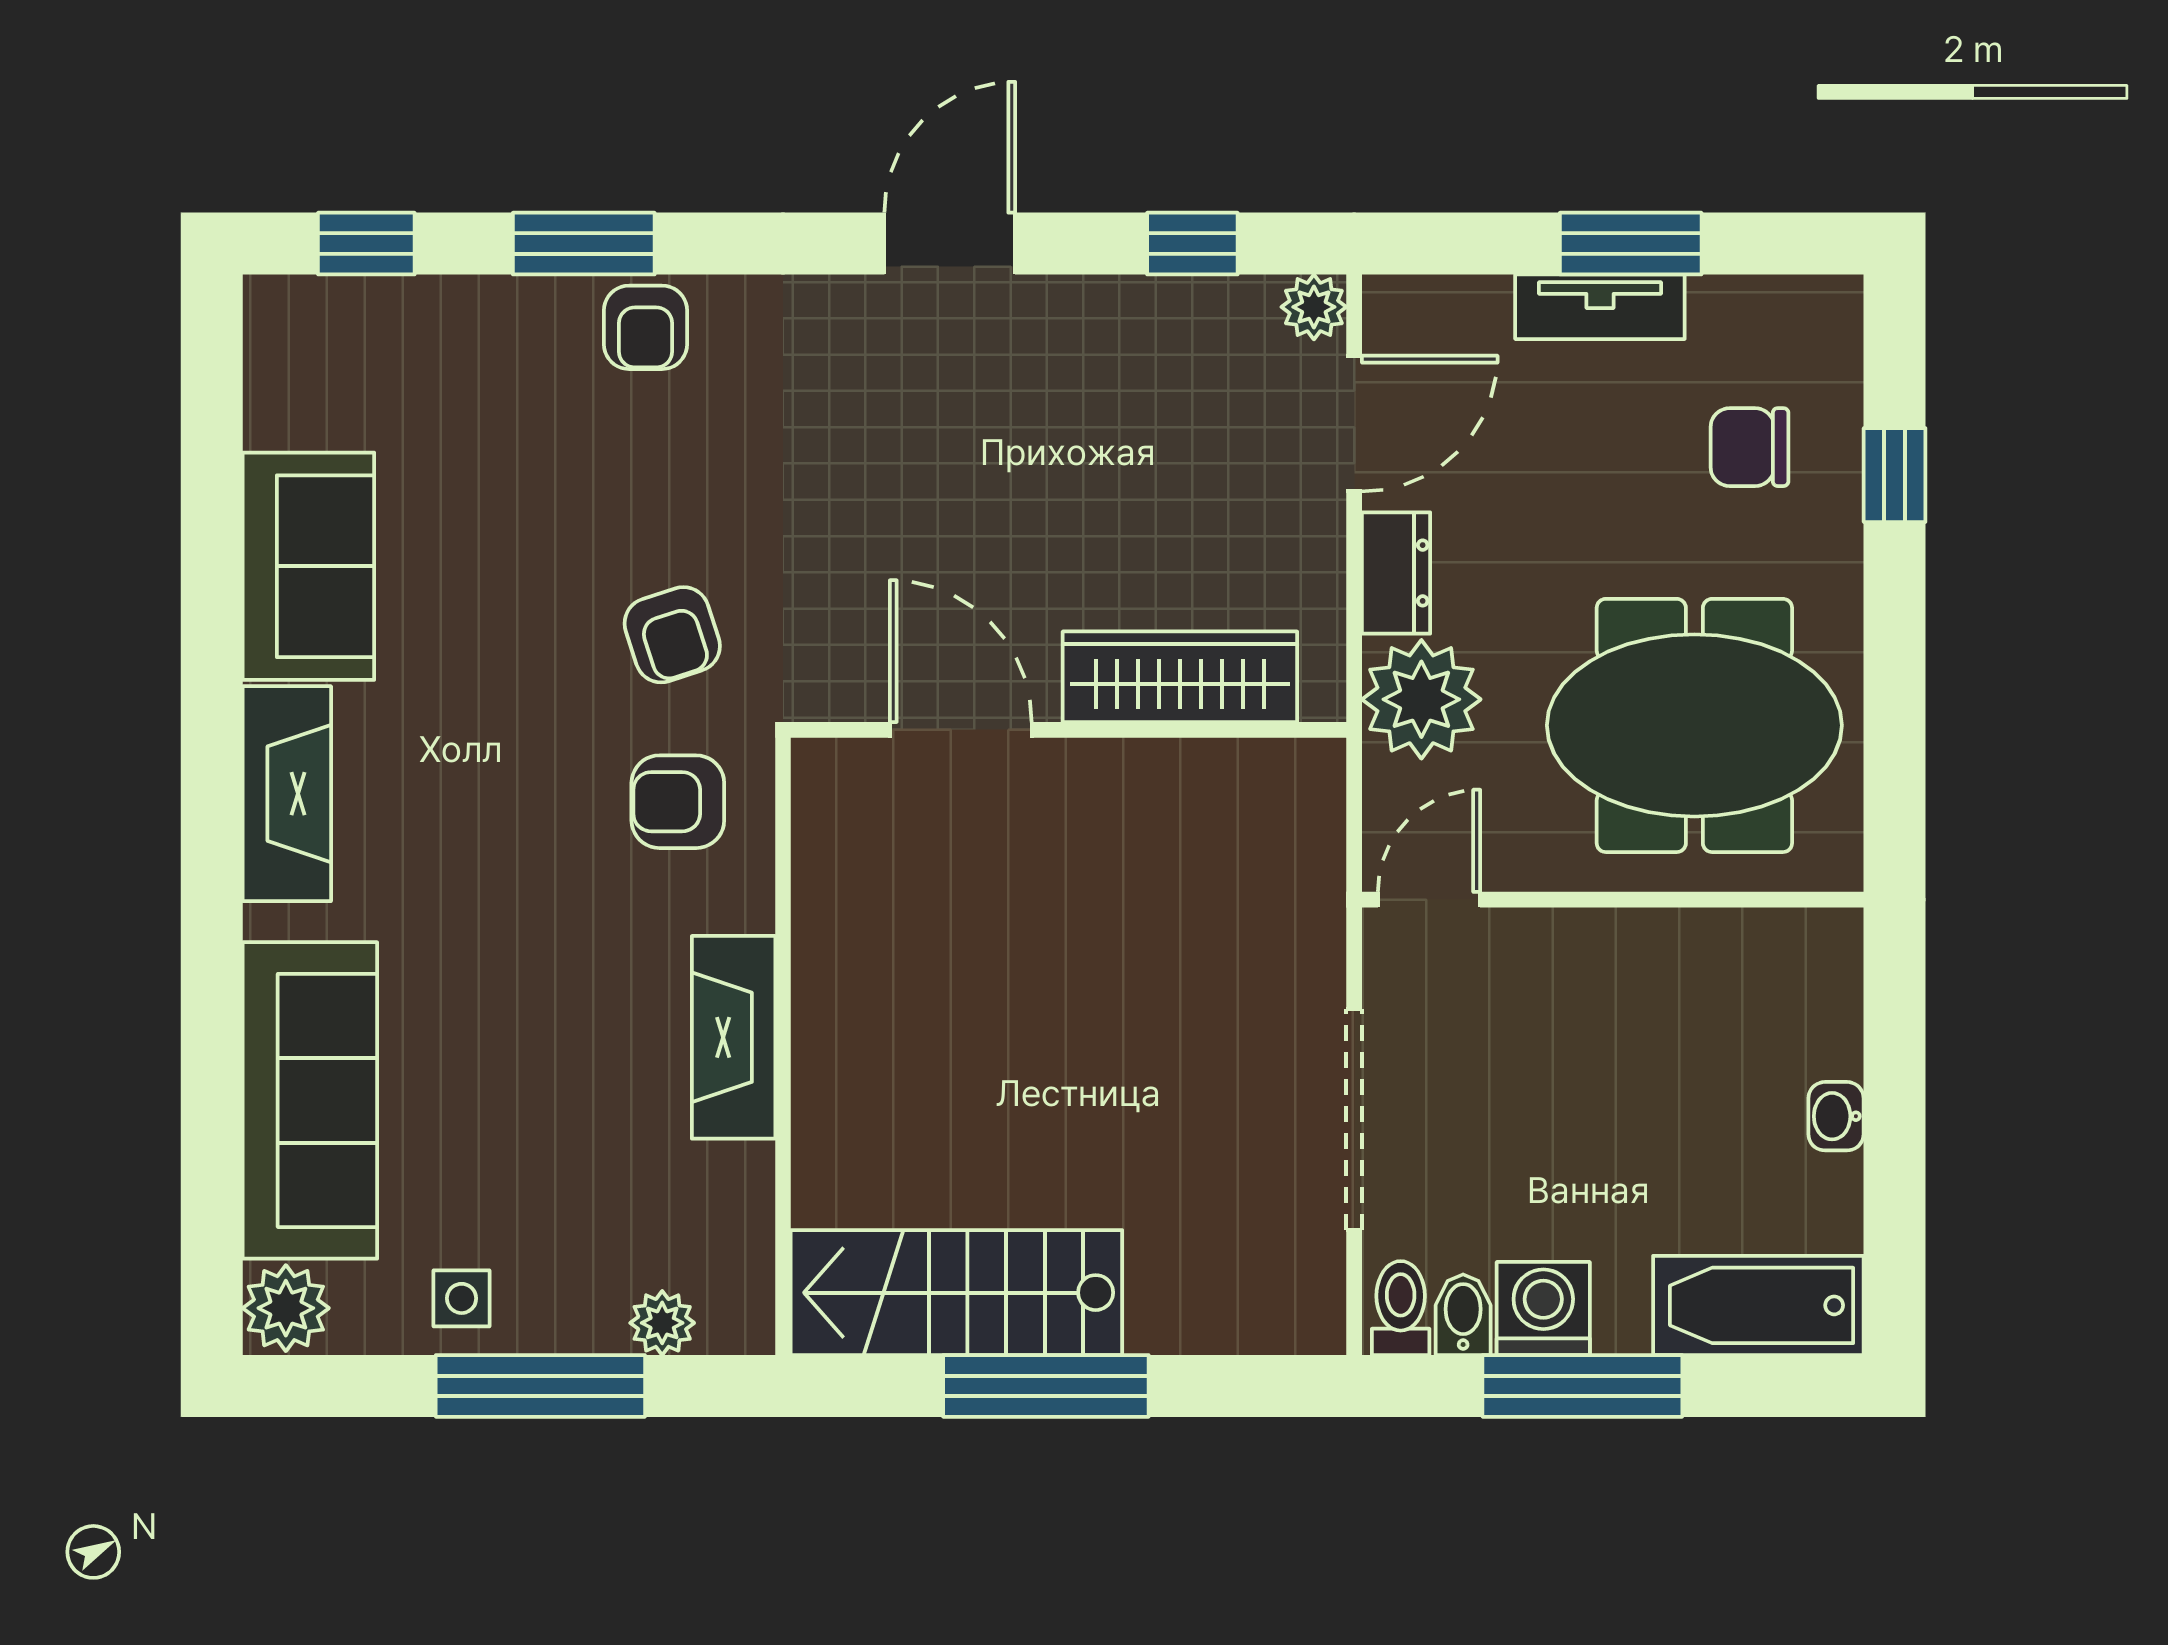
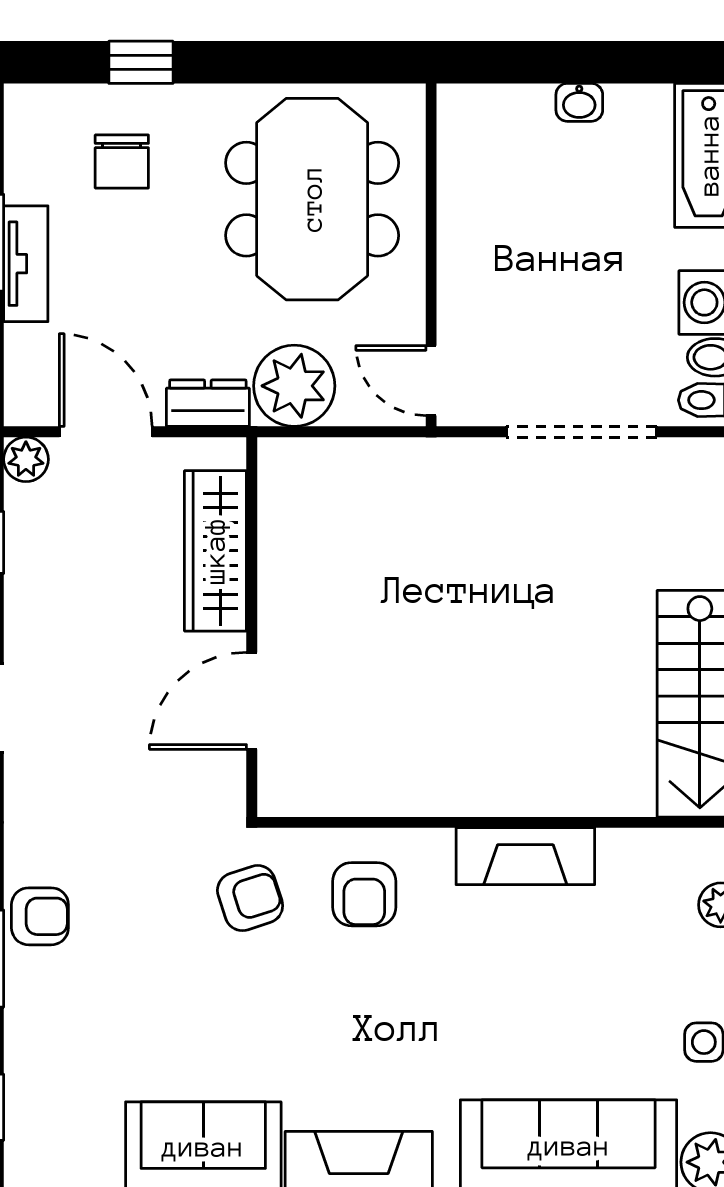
wardrobe: (1180, 677) -> (215, 551), moved
door: (961, 730) -> (252, 701), moved
wall: (1069, 730) -> (252, 627), moved

